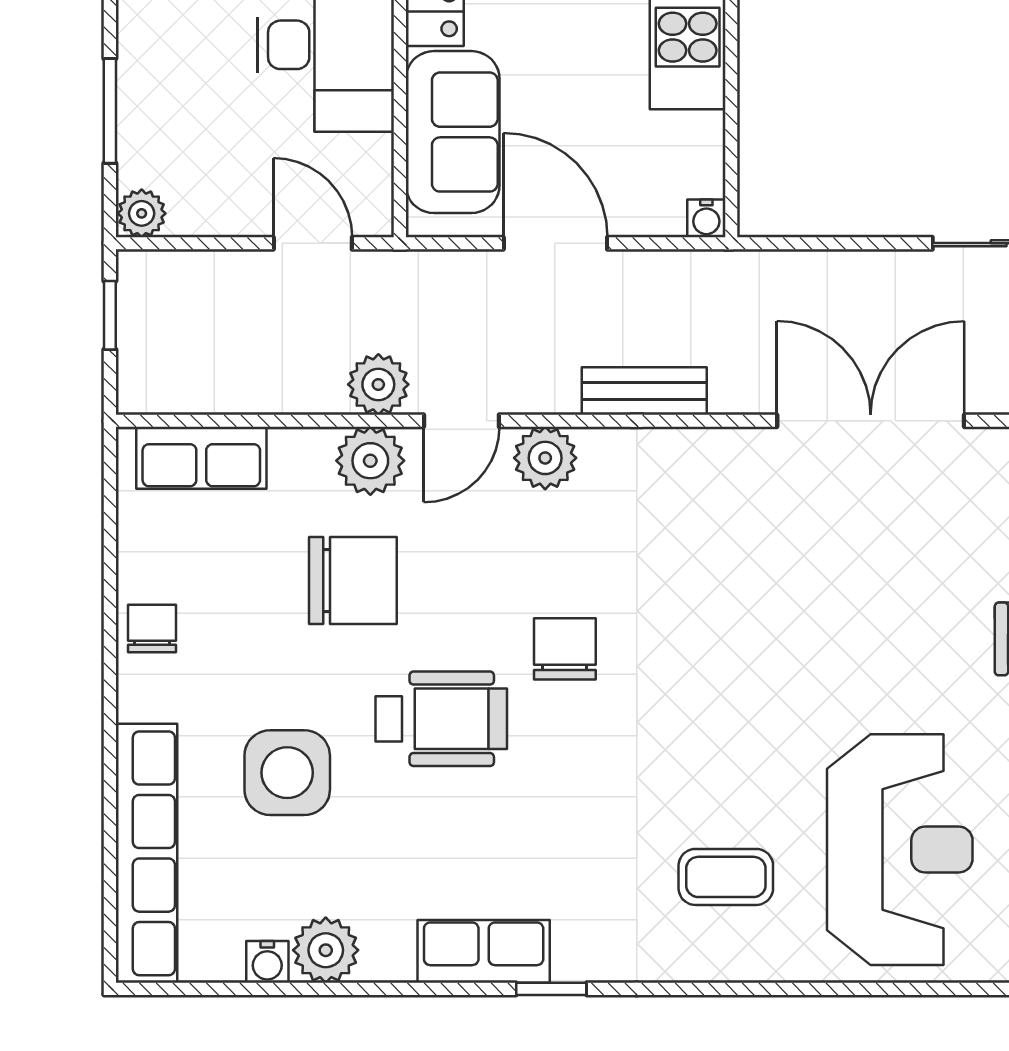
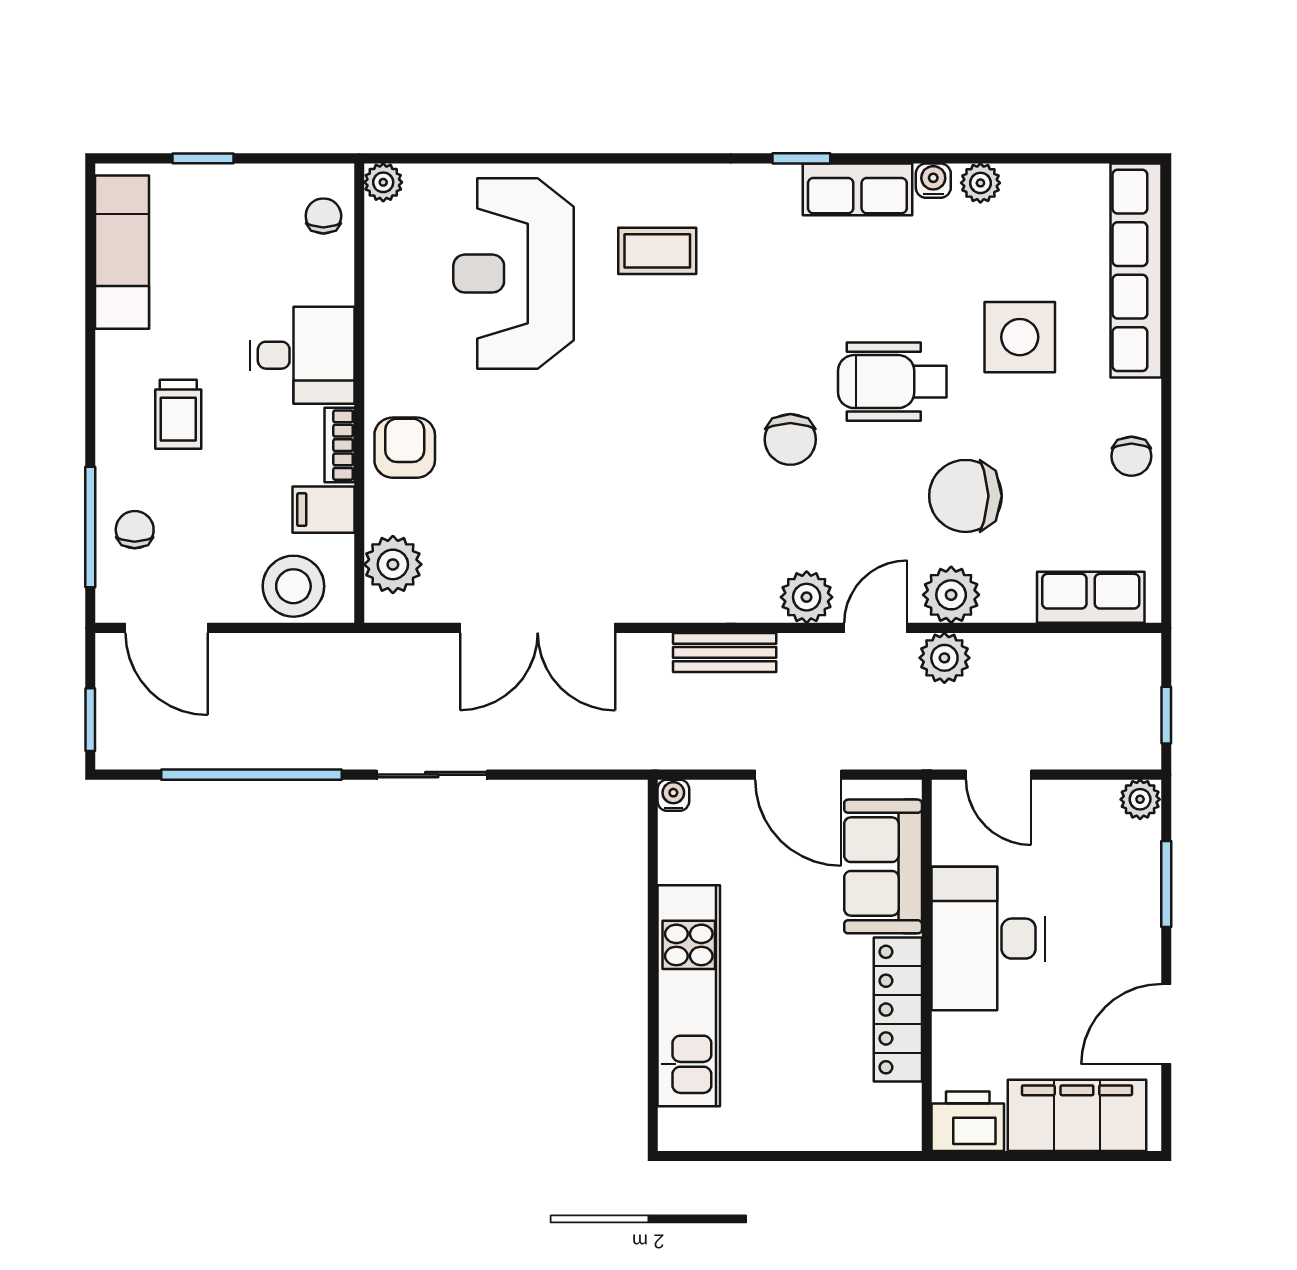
plant: (326, 950) -> (980, 183), width x0.73, depth x0.73
water cooler: (267, 962) -> (933, 181), moved

